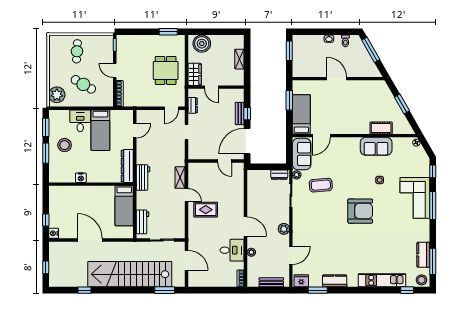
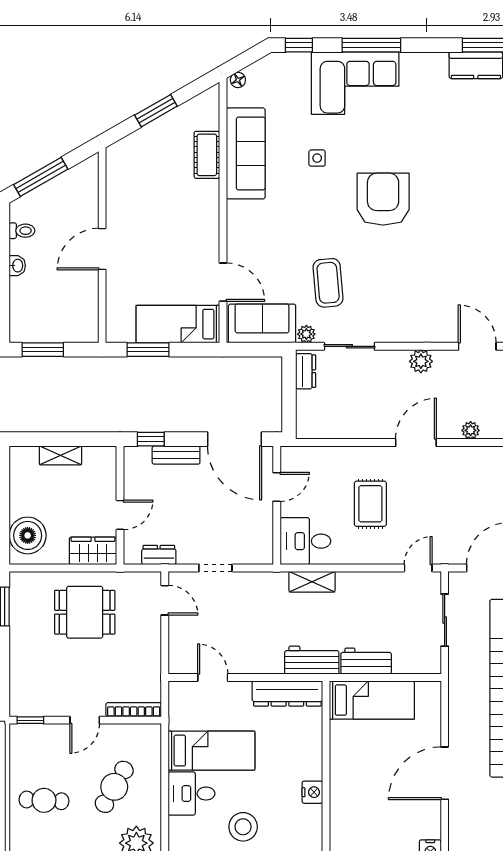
window: (247, 114) -> (151, 439), moved
sofa: (376, 146) -> (246, 153), width x1.36
door: (186, 195) -> (418, 568), moved
rug: (206, 210) -> (370, 504), moved
workbench: (143, 222) -> (366, 661), moved
desk: (232, 250) -> (305, 541), moved, turned -90

